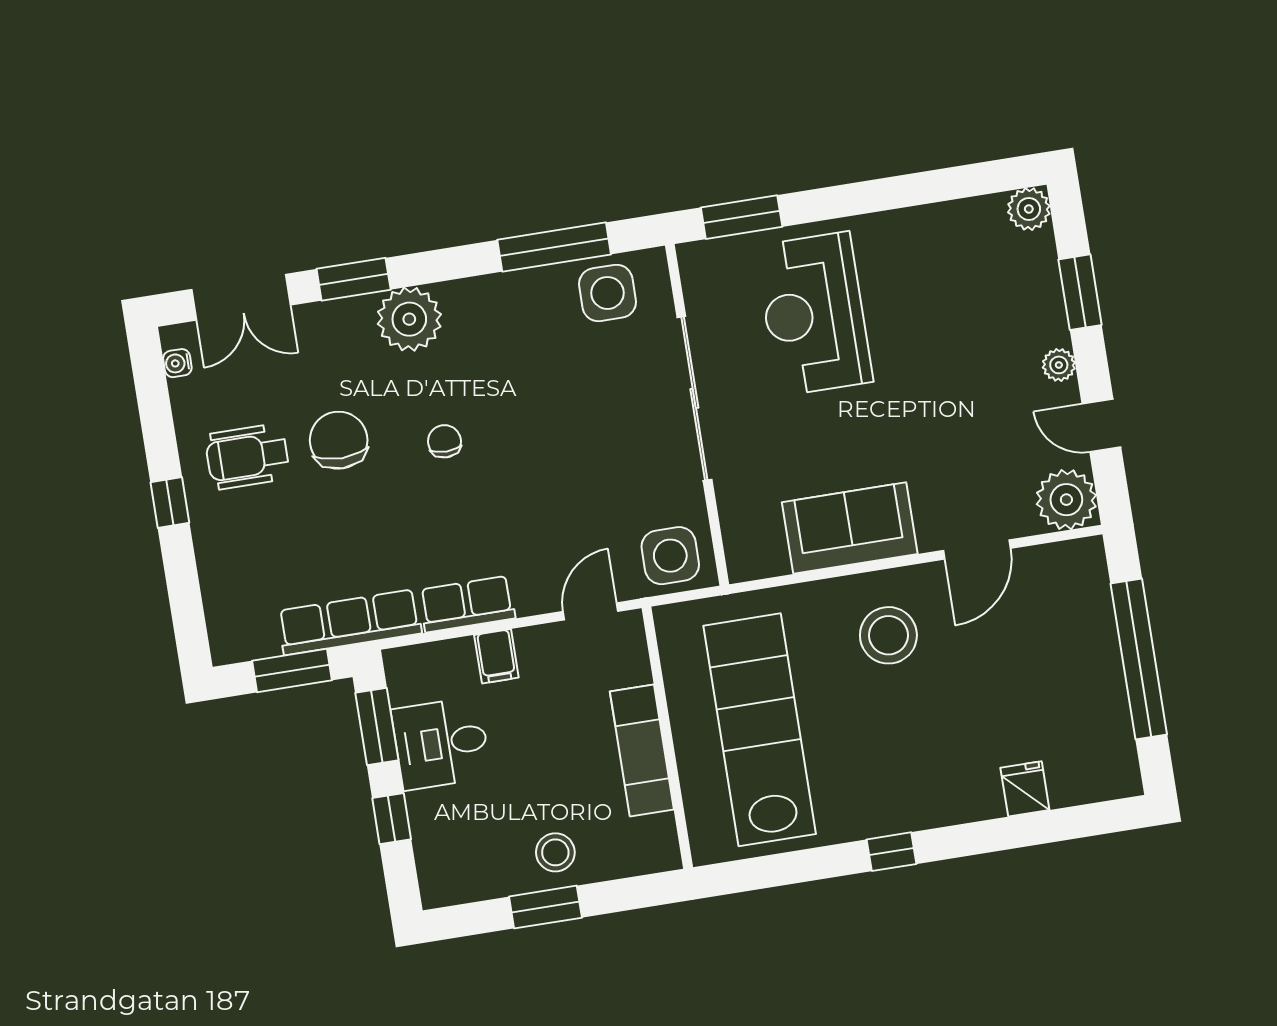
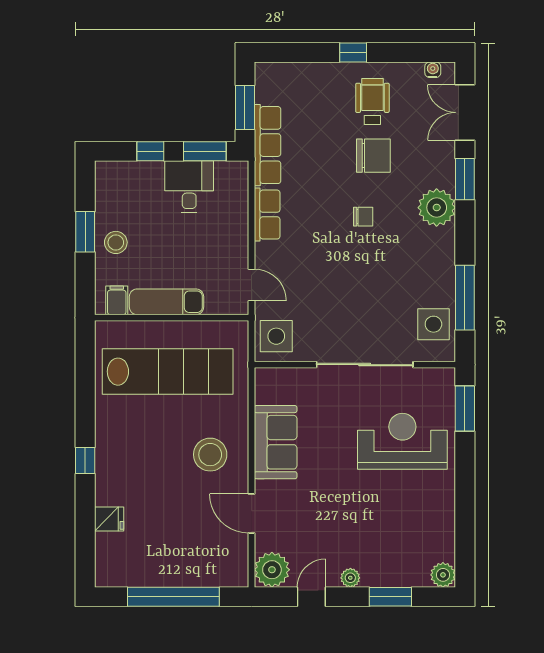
filing cabinet: (496, 656) -> (117, 300), moved, turned 90
window: (892, 852) -> (85, 460), moved

